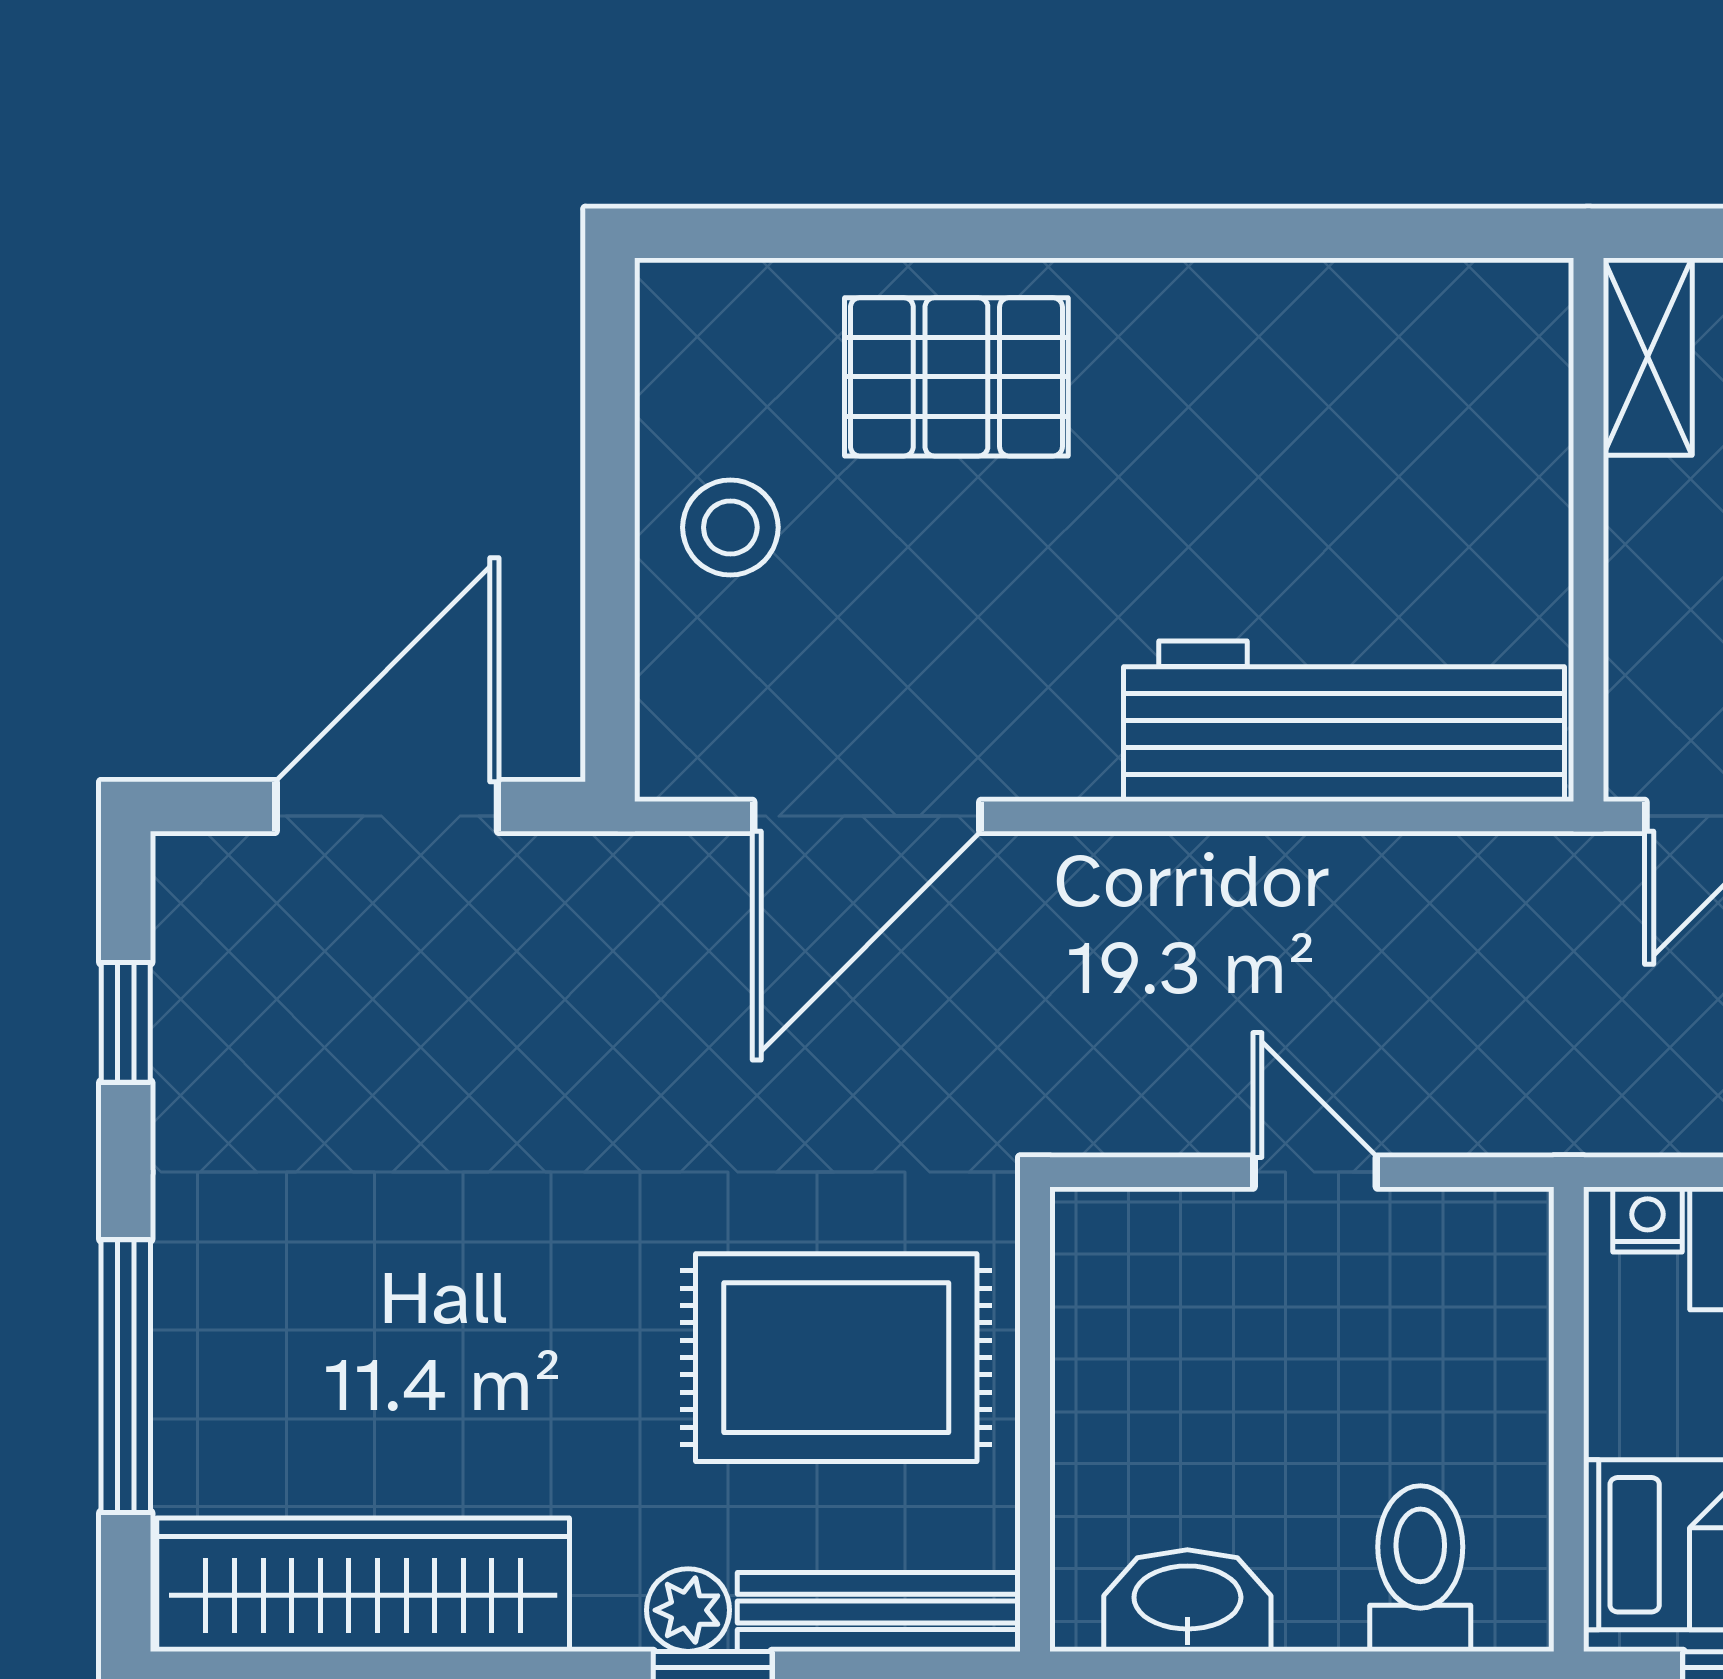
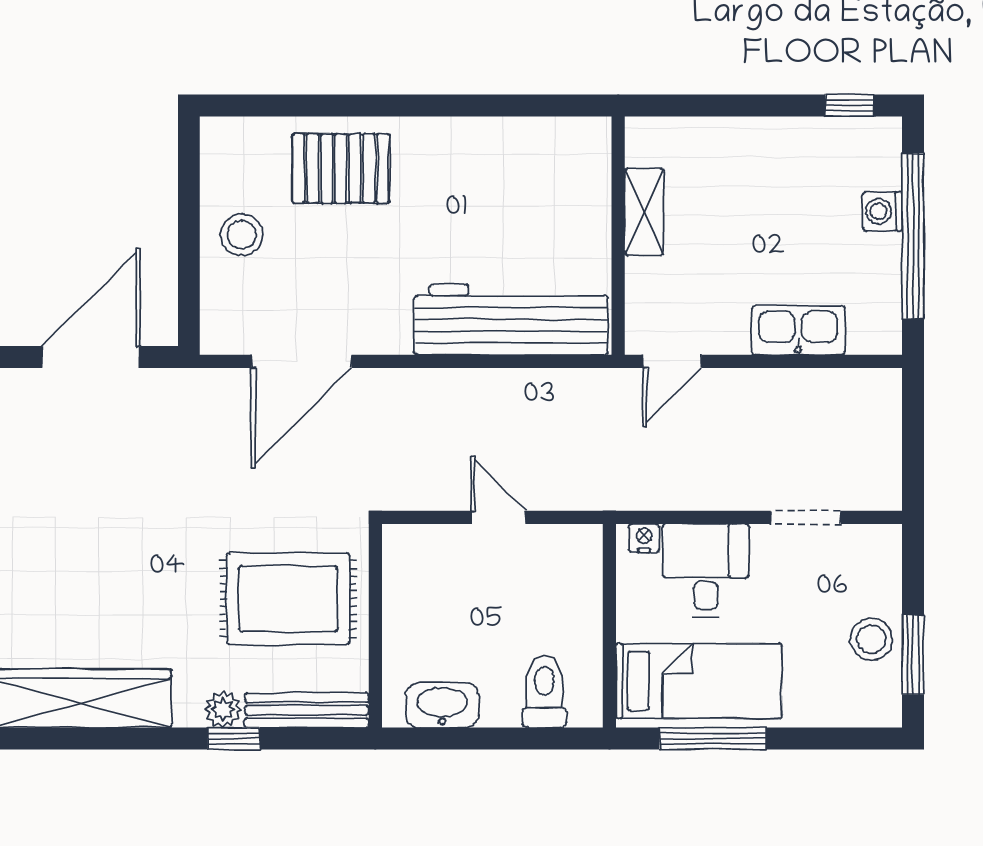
shelving: (1648, 357) -> (644, 212), moved

